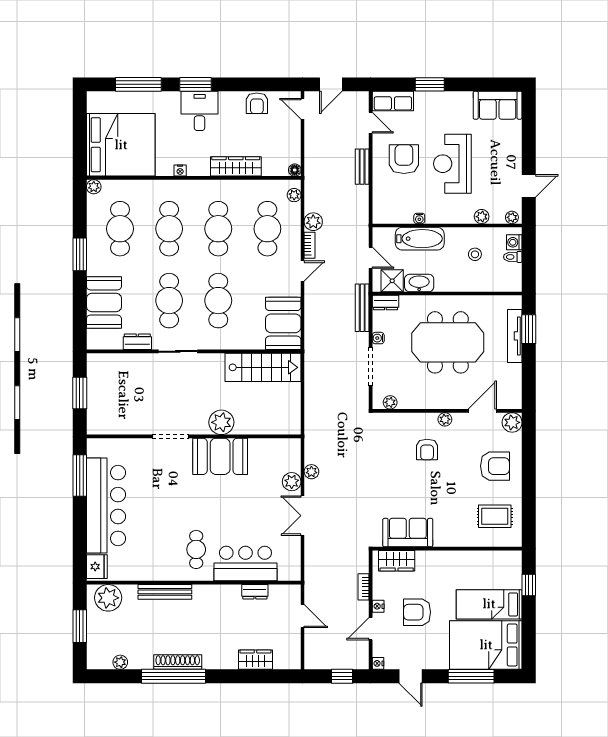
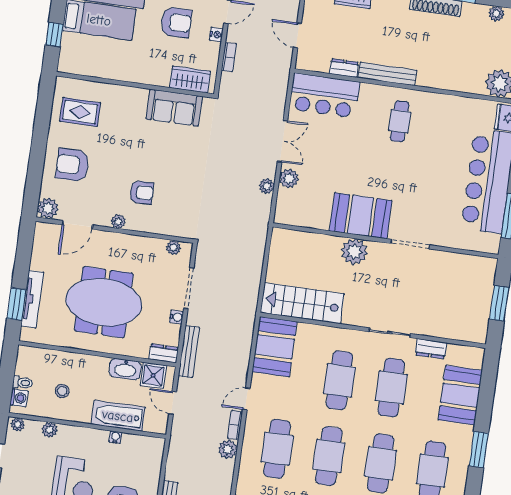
plant: (294, 195) -> (244, 480), removed
armchair: (427, 450) -> (142, 192), turned 89
bar counter: (245, 564) -> (324, 96), moved
bench: (165, 592) -> (387, 74), moved

